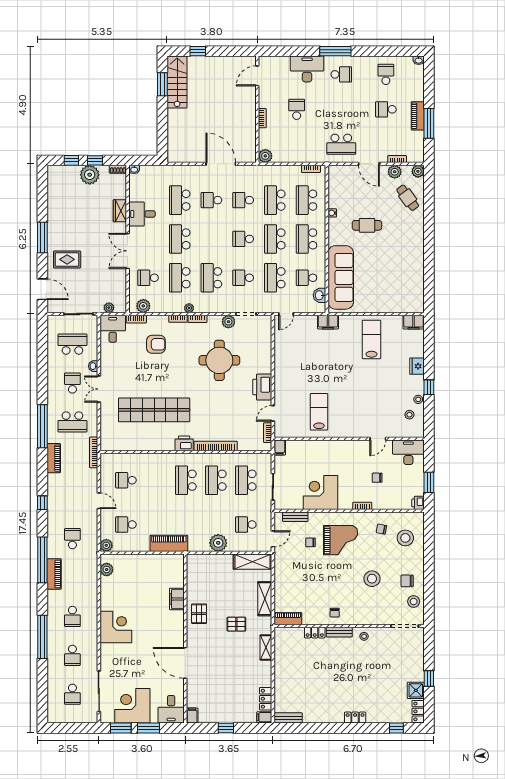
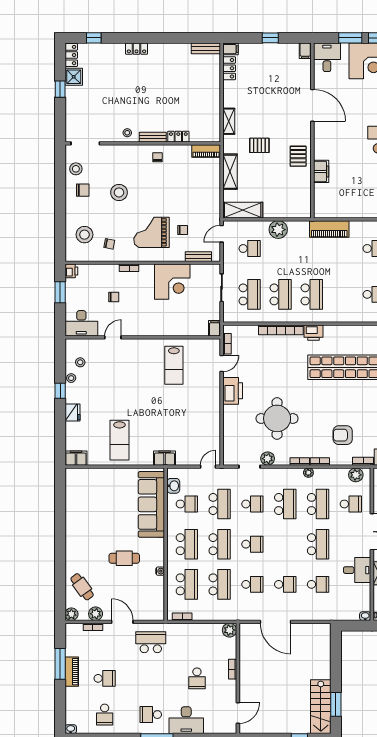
school desk: (180, 200) -> (318, 584), width x0.54

